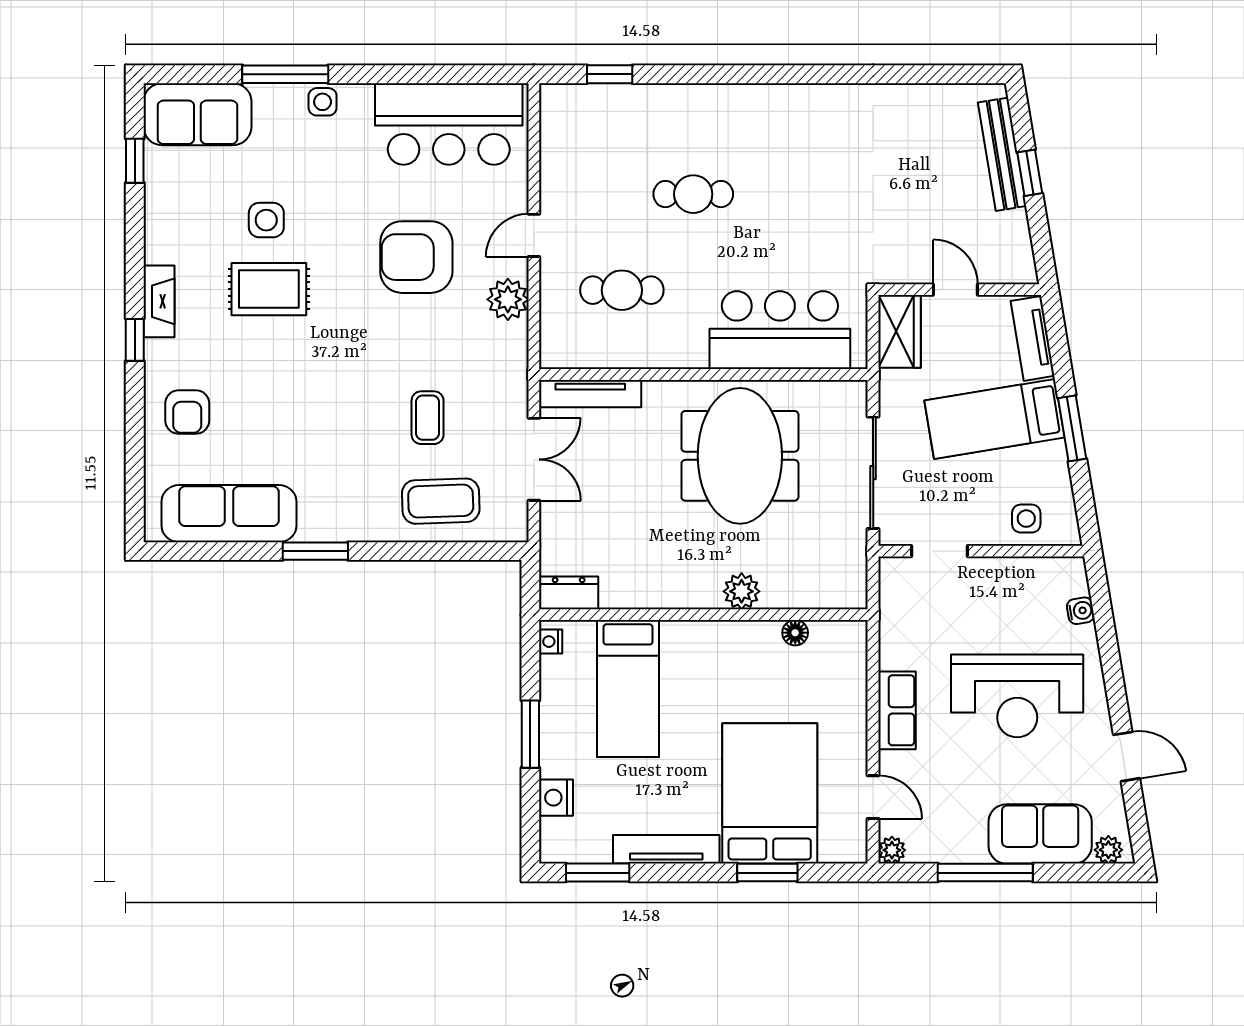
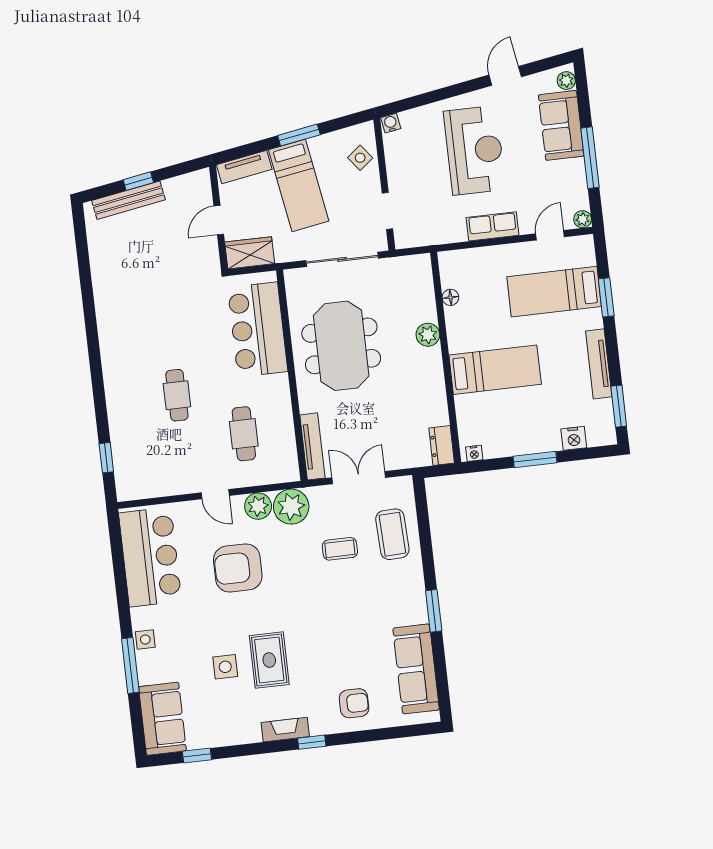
armchair: (416, 257) -> (238, 568), turned 90
plant: (501, 350) -> (291, 507), added
meeting table: (740, 456) -> (341, 346), turned 90
side table: (1026, 519) -> (360, 158), turned -38
water cooler: (1081, 611) -> (391, 123), moved
bed: (628, 689) -> (495, 370), moved
bed: (770, 793) -> (554, 292), width x0.67

